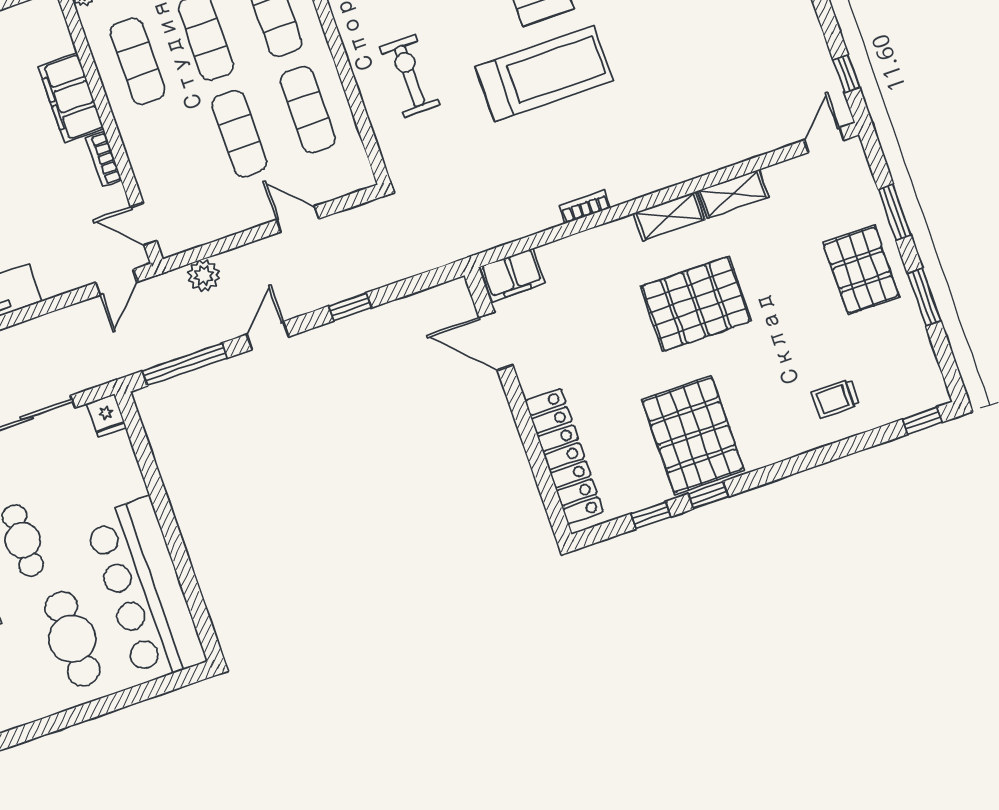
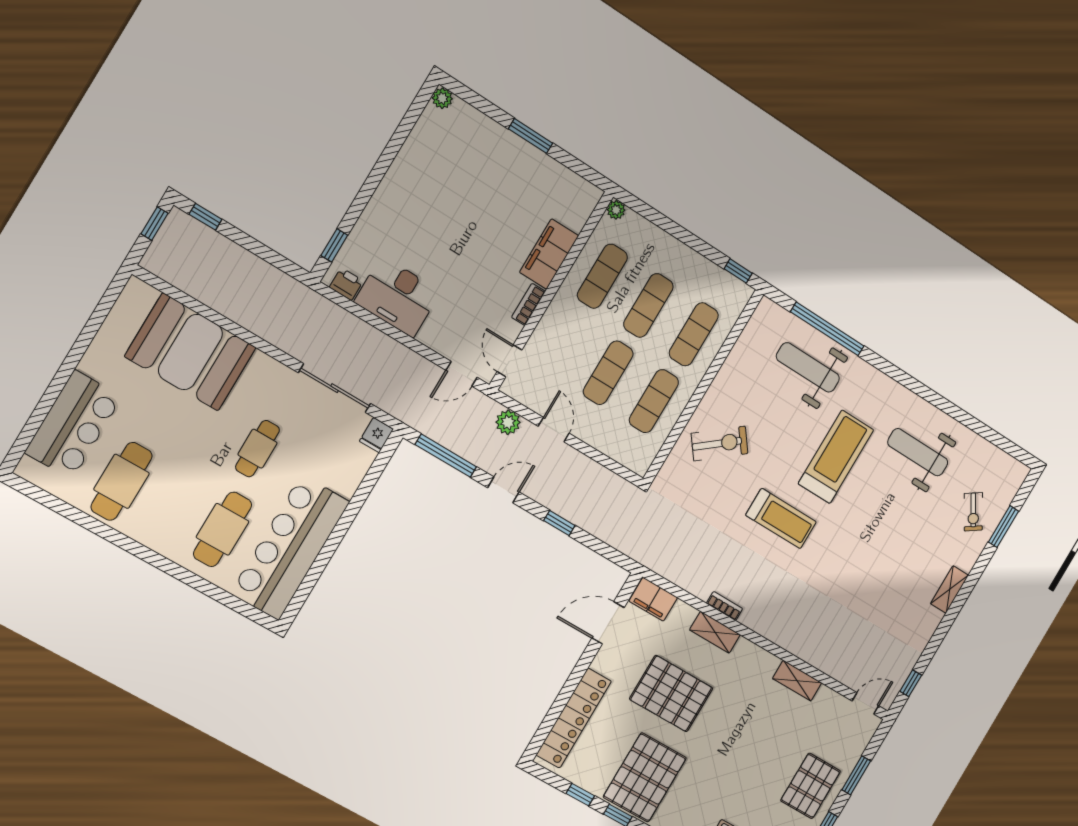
treadmill: (544, 74) -> (781, 519), width x0.73, depth x0.73
exercise bike: (410, 76) -> (720, 443), turned 52
shelving: (669, 216) -> (715, 632), moved
door: (298, 219) -> (554, 430), moved
pallet: (696, 304) -> (671, 694), moved
door: (496, 341) -> (608, 623), hinge flipped

